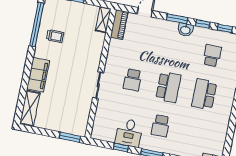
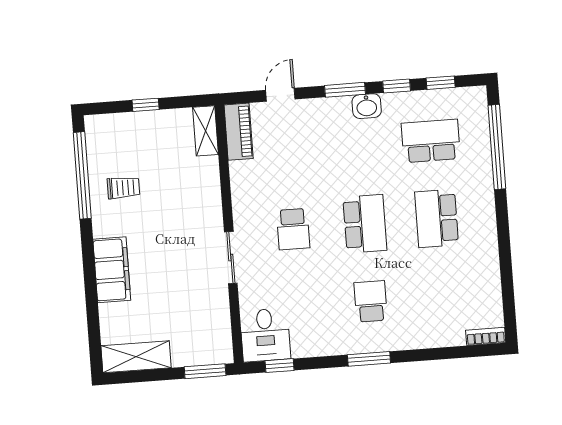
school desk: (212, 56) -> (431, 141), width x1.85
shelving: (30, 108) -> (136, 357), moved, turned 90
school desk: (161, 126) -> (371, 301), turned 180
desk: (129, 133) -> (265, 335), moved
window: (121, 148) -> (280, 366), moved

